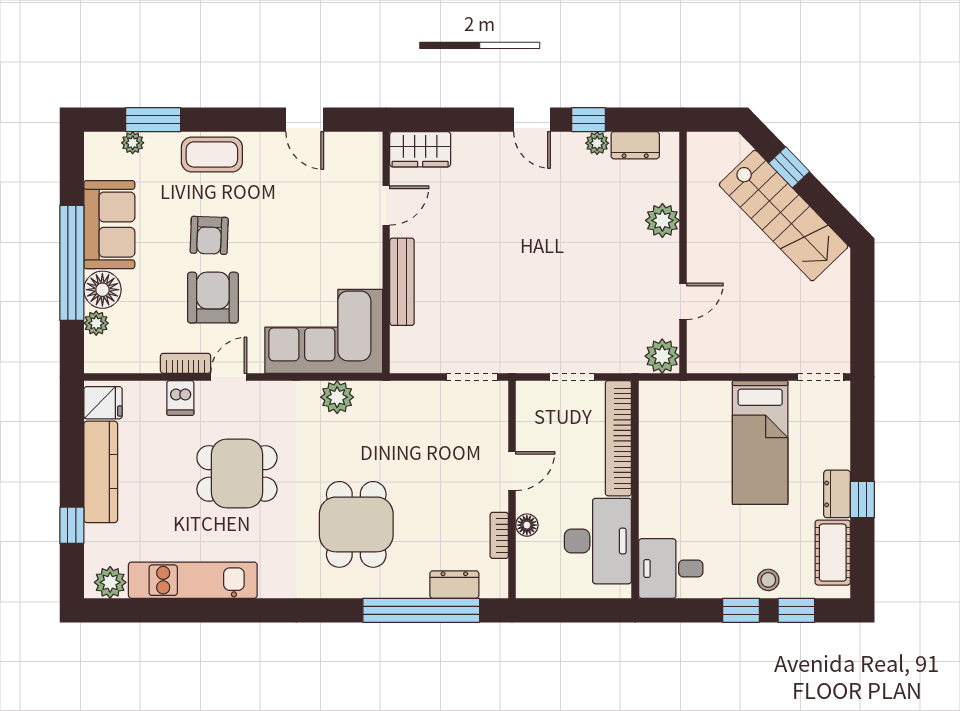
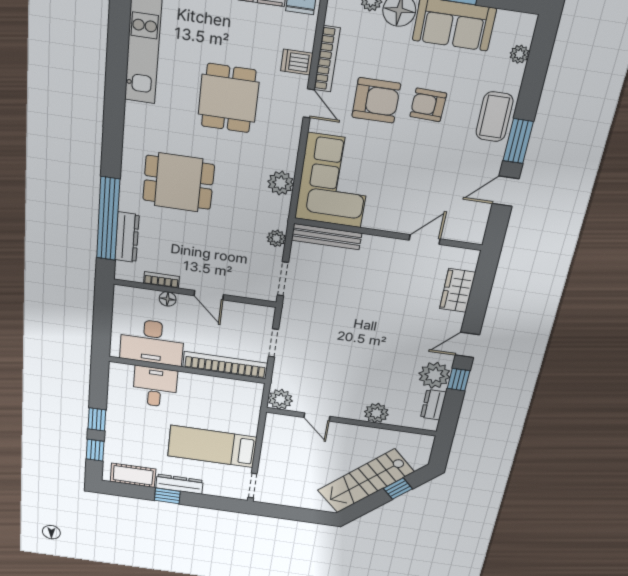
window: (153, 120) -> (518, 141), moved
plant: (597, 143) -> (434, 375), width x1.88, depth x1.88
wardrobe: (420, 149) -> (458, 290), moved
door: (386, 206) -> (425, 239), swing flipped
bench: (402, 282) -> (327, 237), moved
bookcase: (186, 363) -> (327, 59), width x1.56
plant: (414, 393) -> (276, 238), added
dresser: (837, 494) -> (179, 484), width x1.44
desk: (671, 569) -> (155, 387), moved
stool: (768, 580) -> (117, 438), removed
dresser: (454, 585) -> (127, 237), width x1.44

